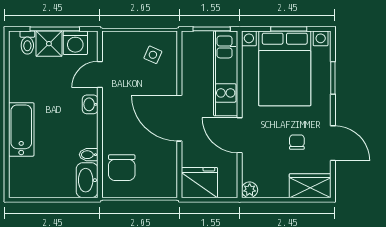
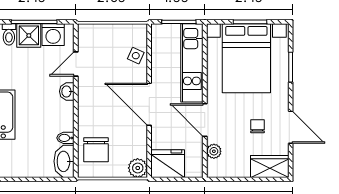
side table: (153, 55) -> (136, 56), moved
plant: (167, 187) -> (138, 168), added
plant: (250, 190) -> (214, 151), moved

